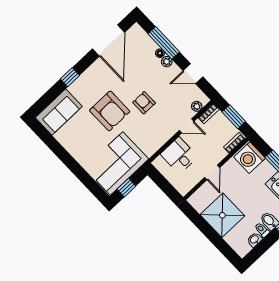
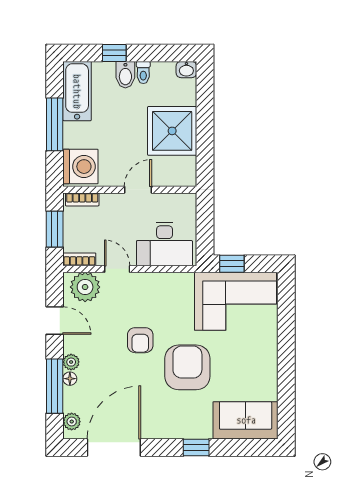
plant: (140, 34) -> (72, 422), added
plant: (197, 106) -> (85, 287), width x1.88, depth x1.88
desk: (179, 155) -> (165, 244), width x1.37
window: (126, 188) -> (232, 264), moved
washbasin: (255, 240) -> (186, 70), moved

